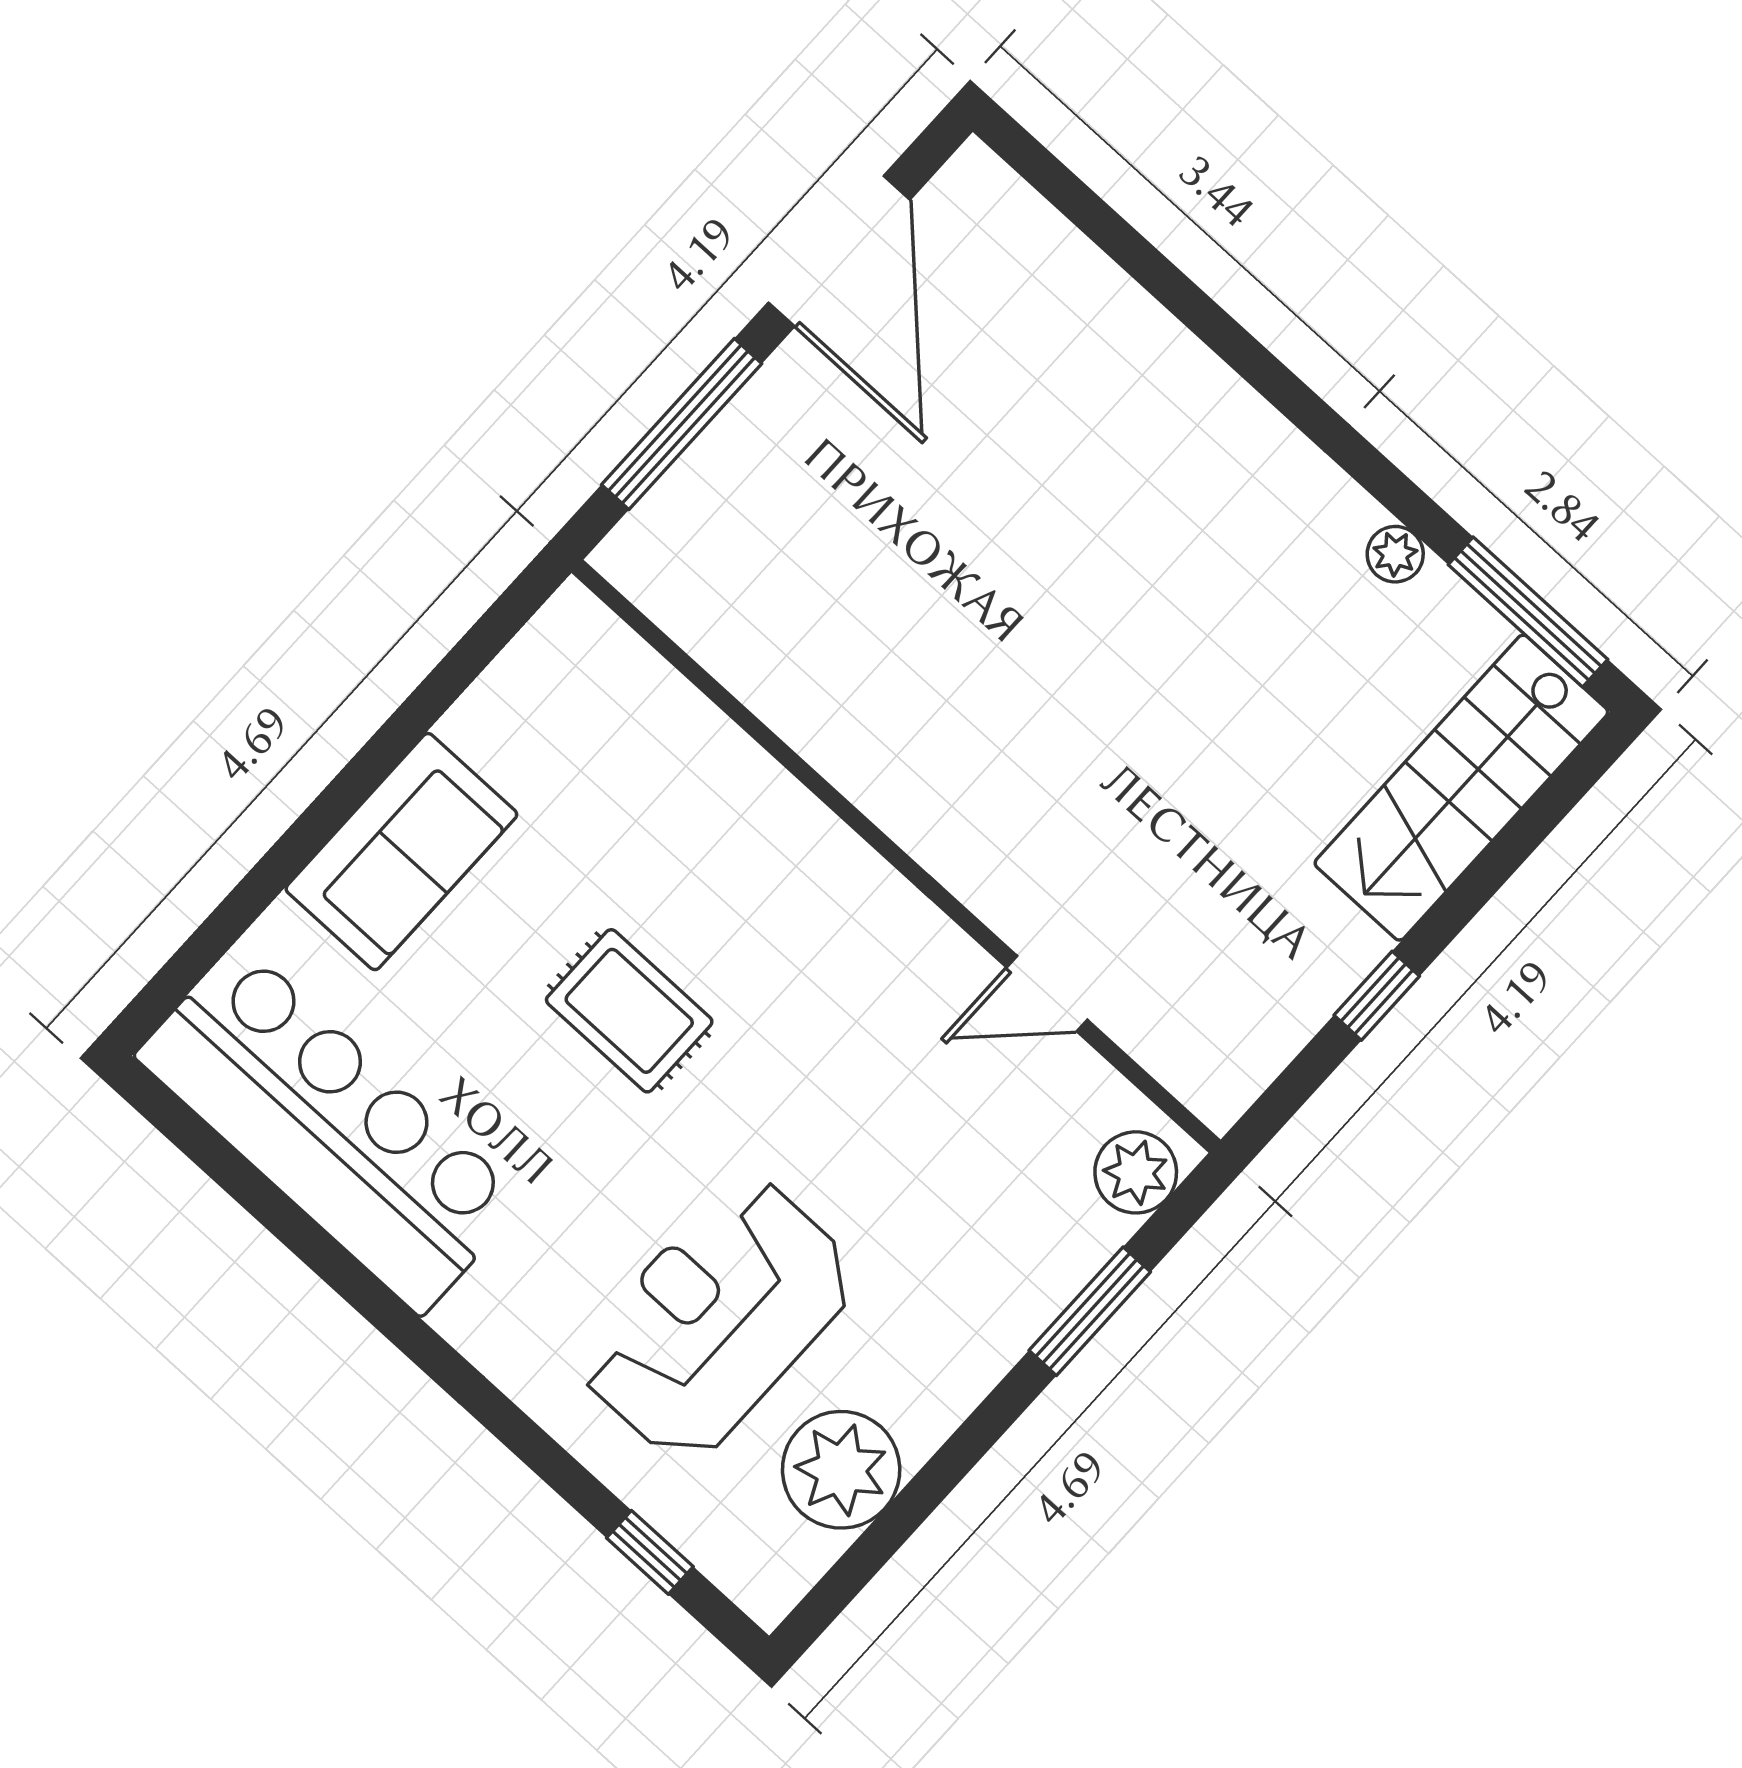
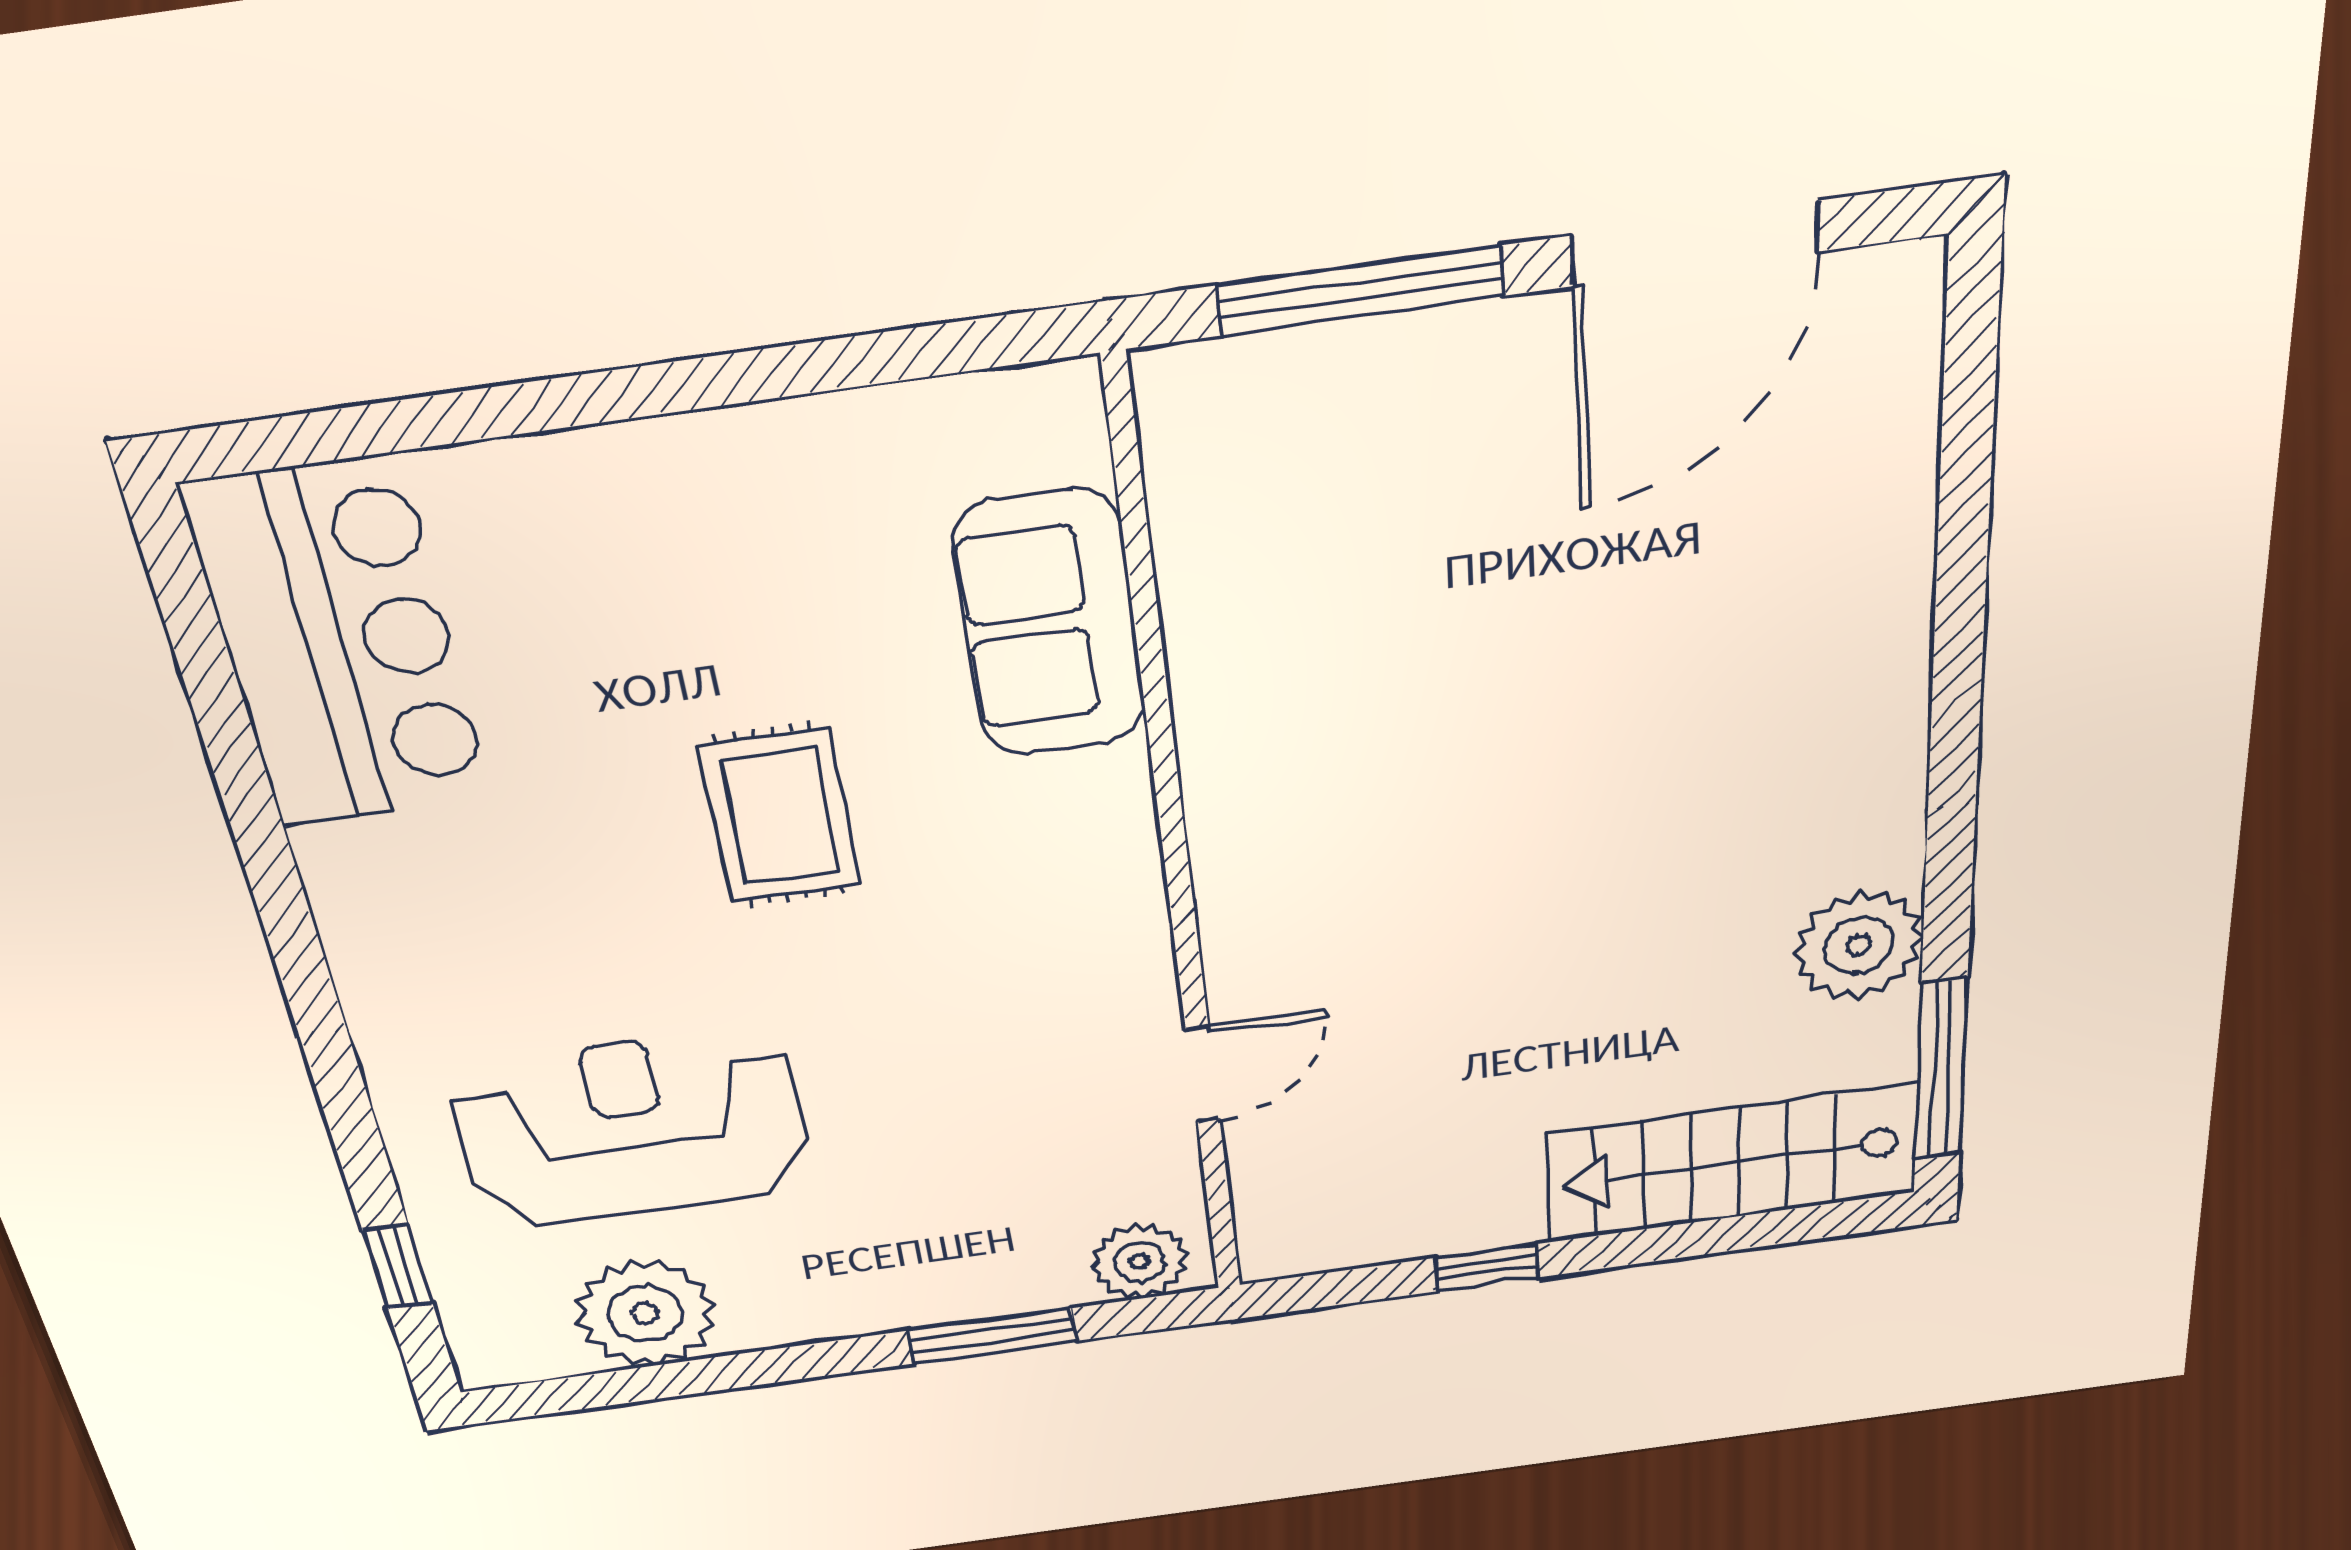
plant: (1395, 554) -> (1859, 945), width x1.87, depth x1.87
sofa: (401, 852) -> (1050, 624), moved, turned 90
door: (1047, 994) -> (1203, 1075), swing flipped
bar counter: (330, 1128) -> (339, 645), width x0.73

